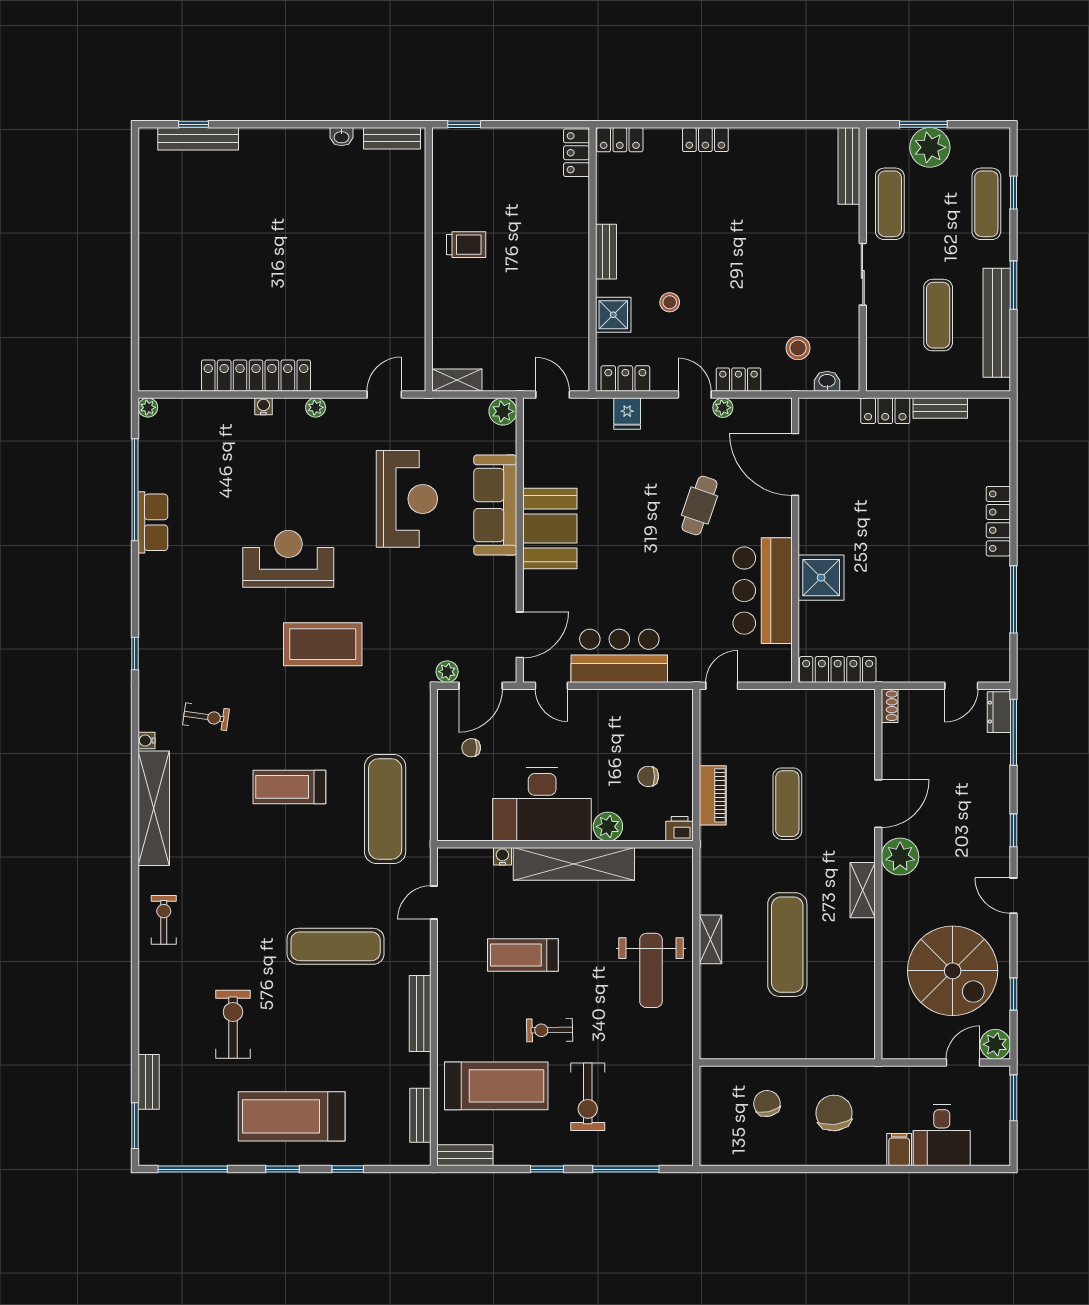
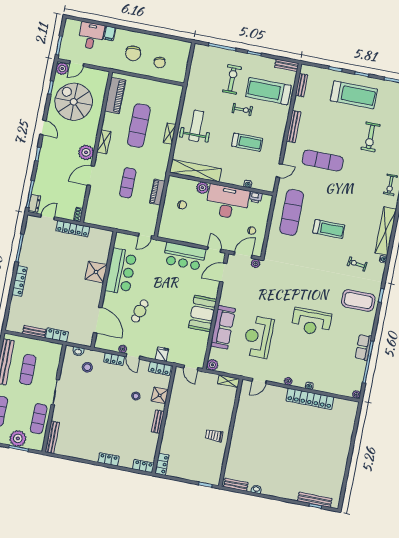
coffee table: (323, 644) -> (358, 300), moved
locker: (838, 670) -> (73, 229), moved
printer: (680, 829) -> (256, 197), moved
shelving: (574, 864) -> (196, 171), moved
piano: (857, 1005) -> (115, 96), added

